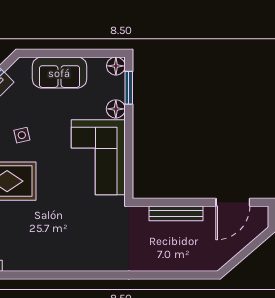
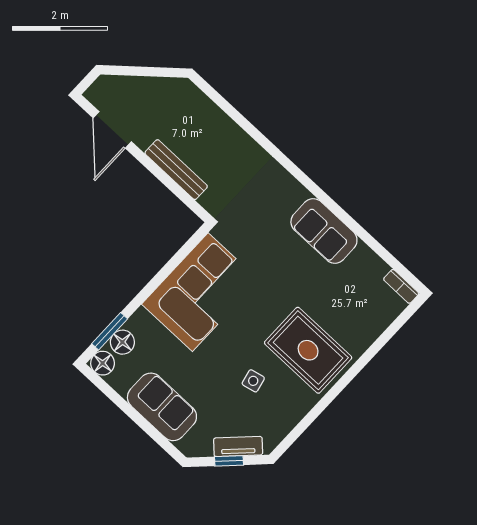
floor lamp: (116, 109) -> (122, 342), moved
door: (233, 202) -> (112, 130), swing flipped
sofa: (61, 257) -> (324, 231), added

